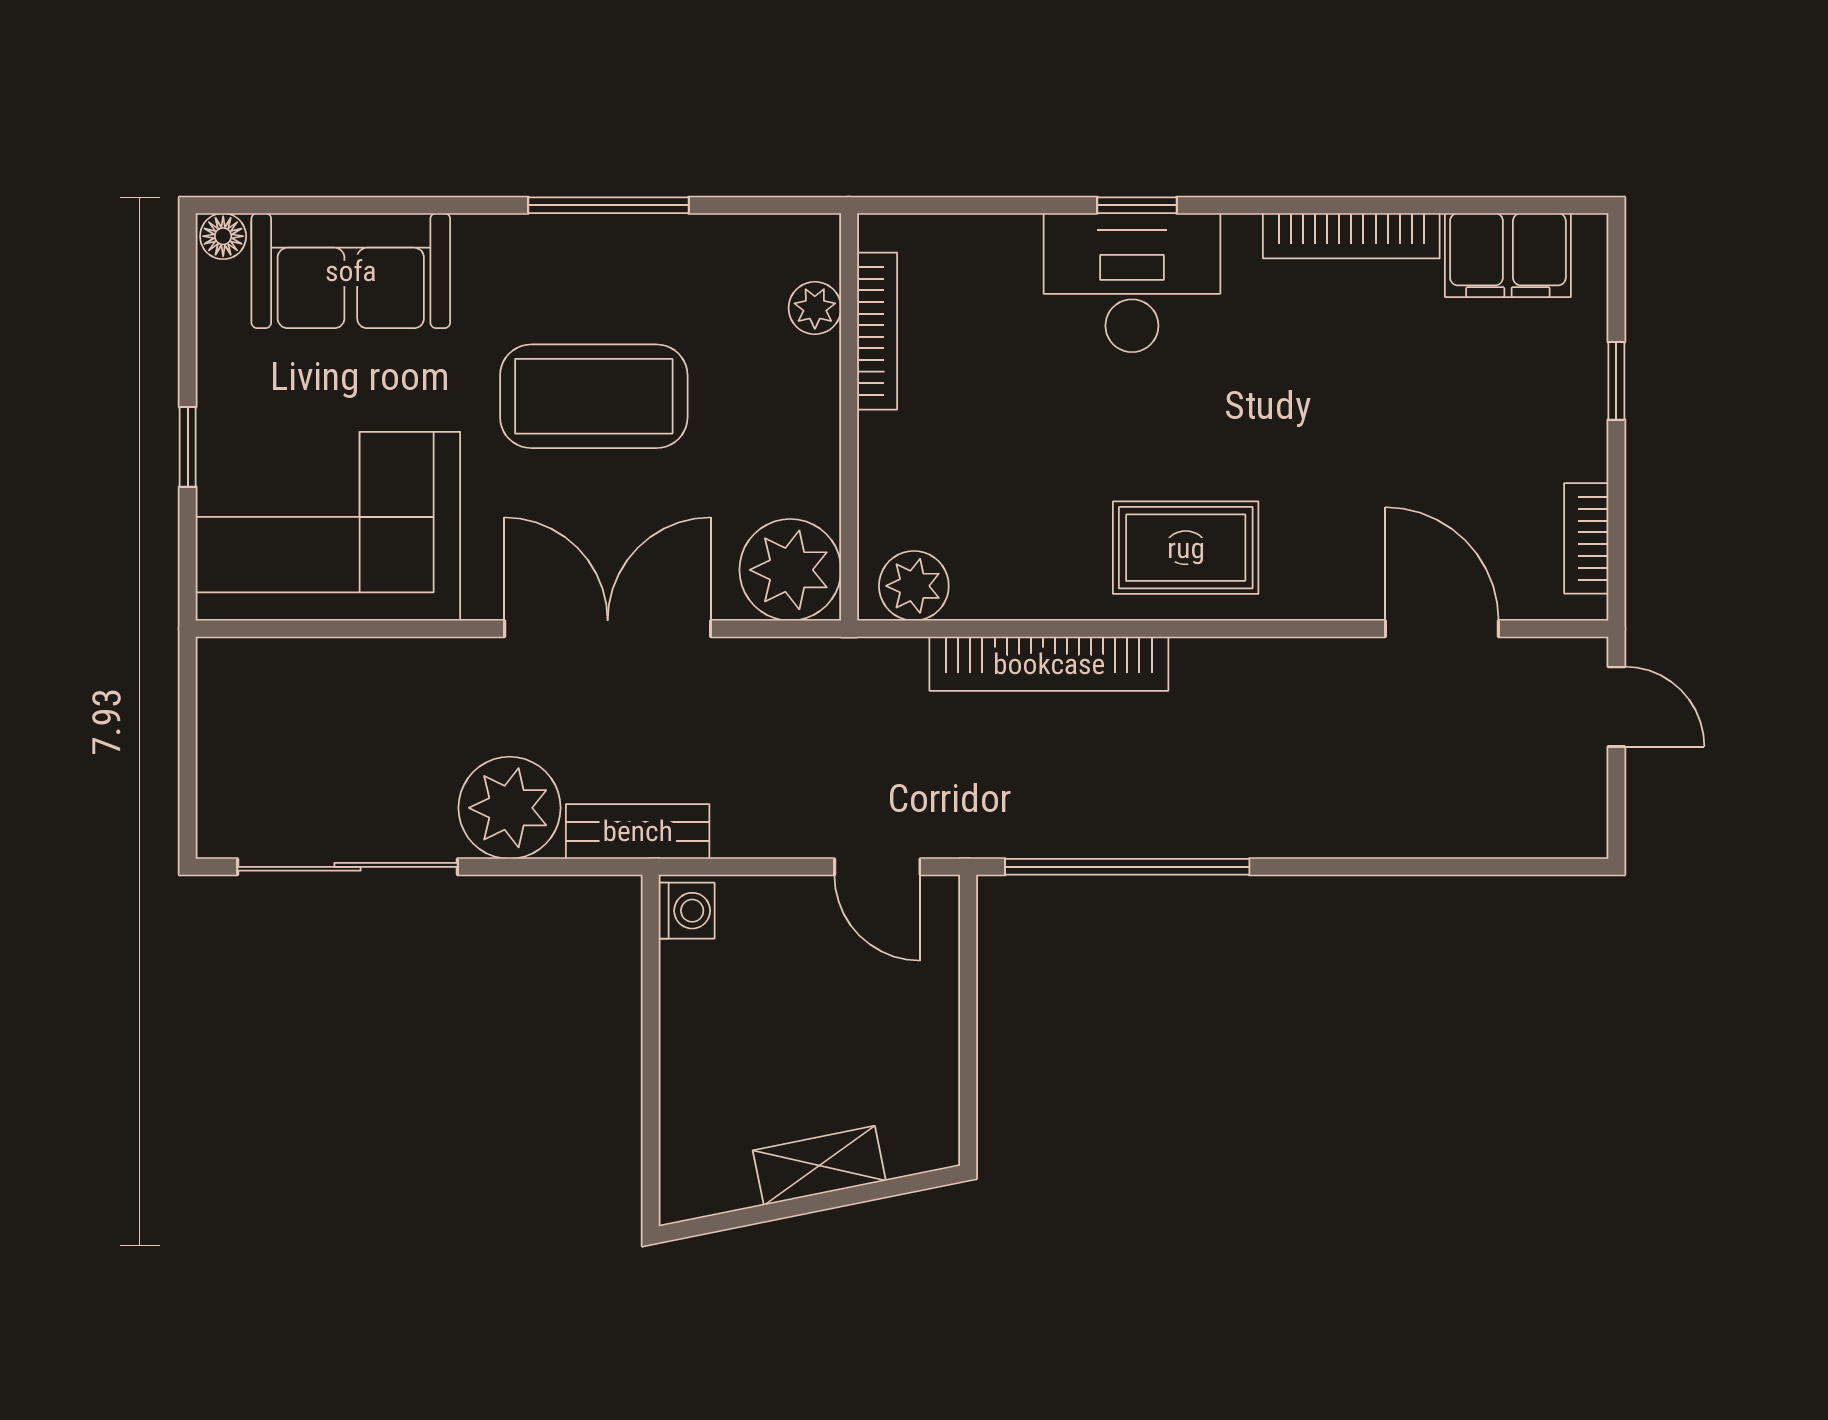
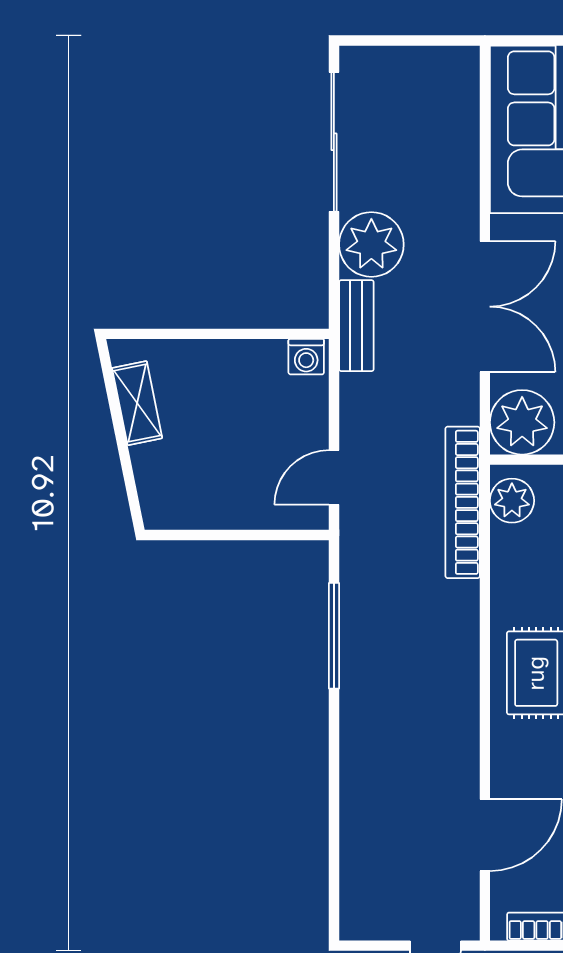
bookcase: (1049, 664) -> (463, 502), moved
window: (1127, 867) -> (334, 636), width x0.68
shelving: (819, 1166) -> (137, 403), moved

